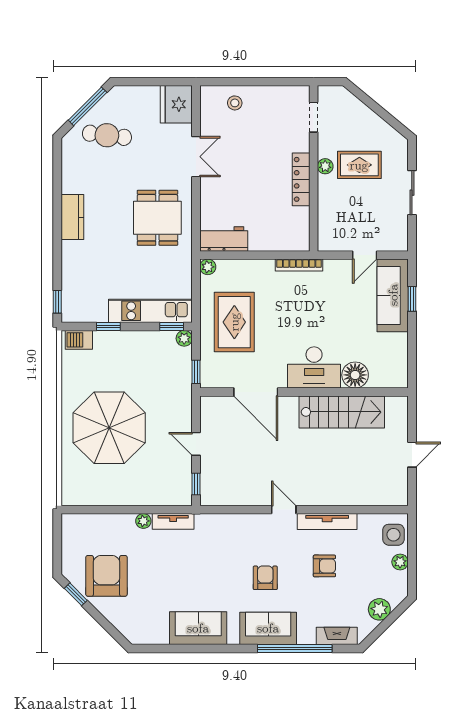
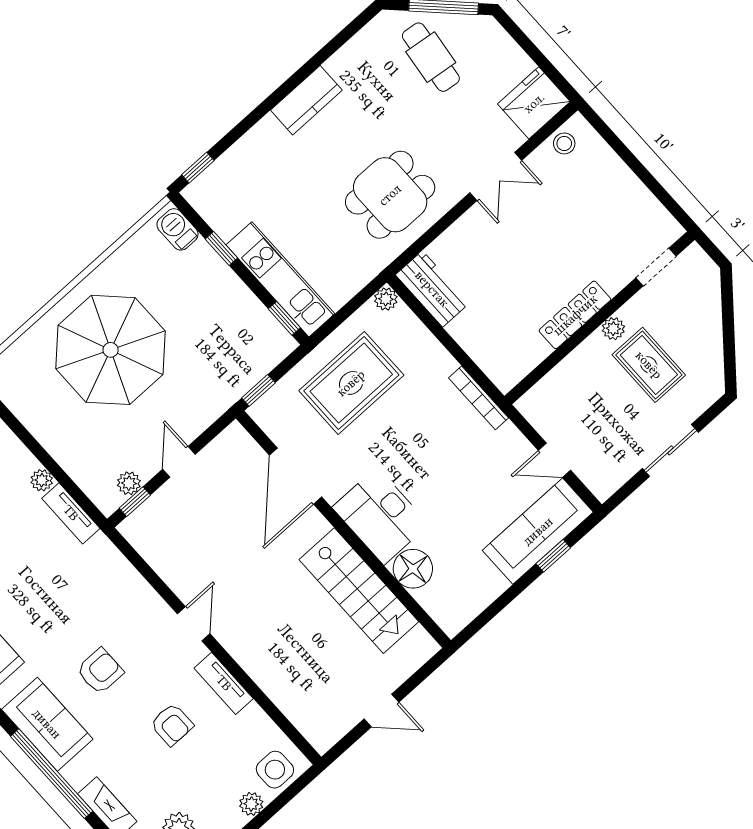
stool: (235, 103) -> (564, 143), moved
plant: (184, 338) -> (129, 483), moved
tv unit: (327, 521) -> (224, 683), width x0.71

